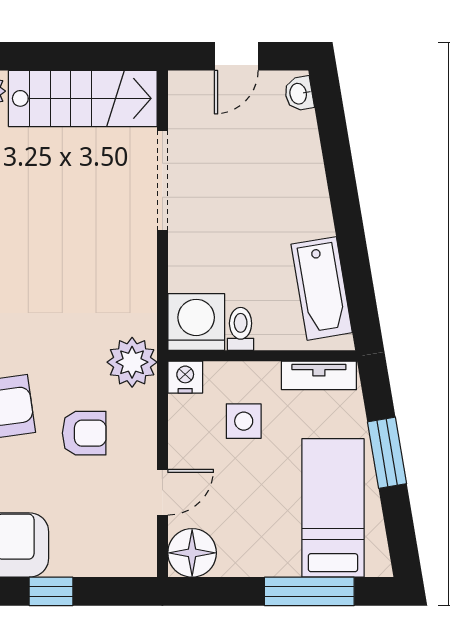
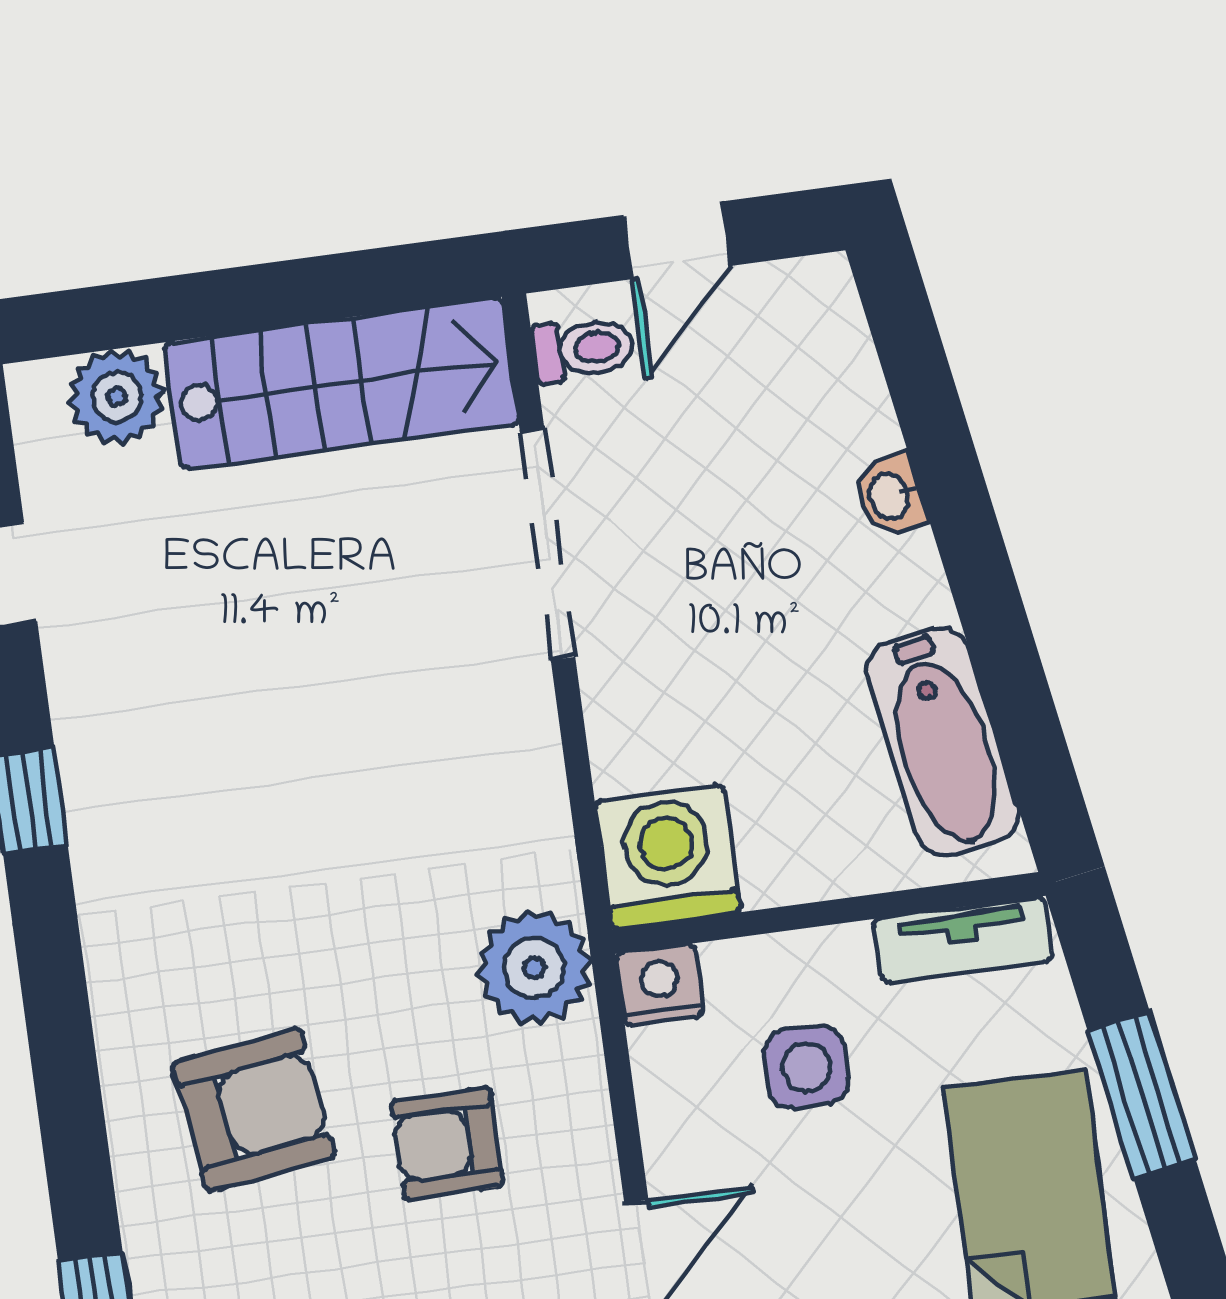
washbasin: (299, 94) -> (890, 495), moved
toilet: (241, 329) -> (583, 349), moved, turned 90
armchair: (84, 433) -> (447, 1143), turned 180

